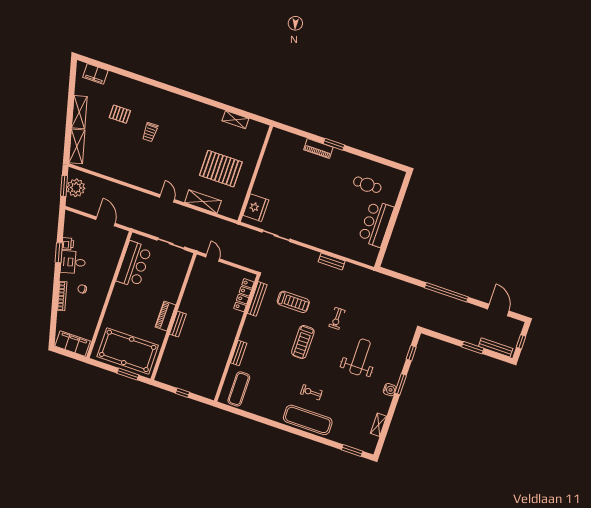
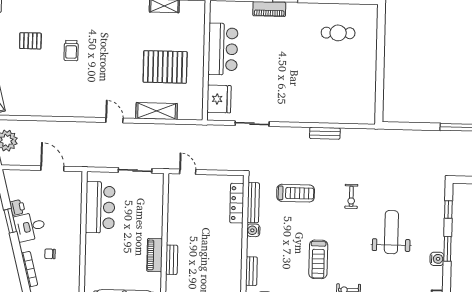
bar counter: (376, 224) -> (223, 49), moved, turned 180
water cooler: (250, 321) -> (253, 230), added
treadmill: (303, 342) -> (318, 259), moved

